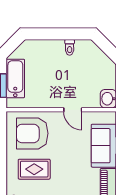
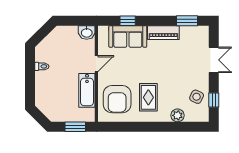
bathtub: (15, 78) -> (87, 90), moved, turned -90

